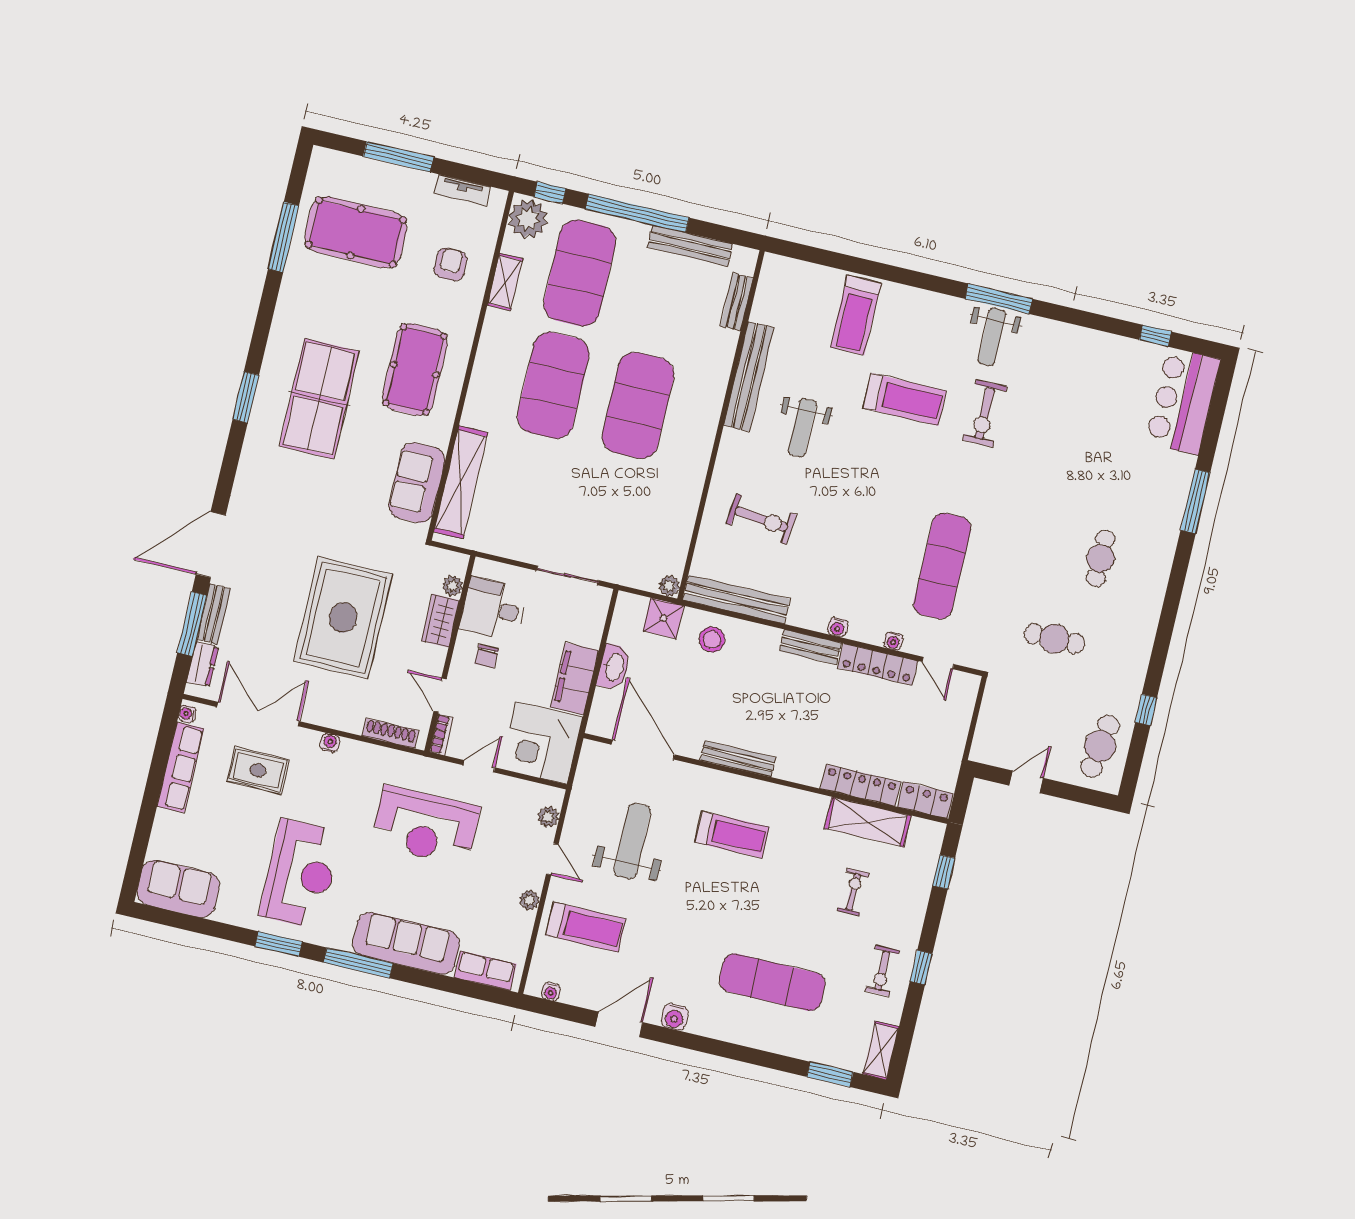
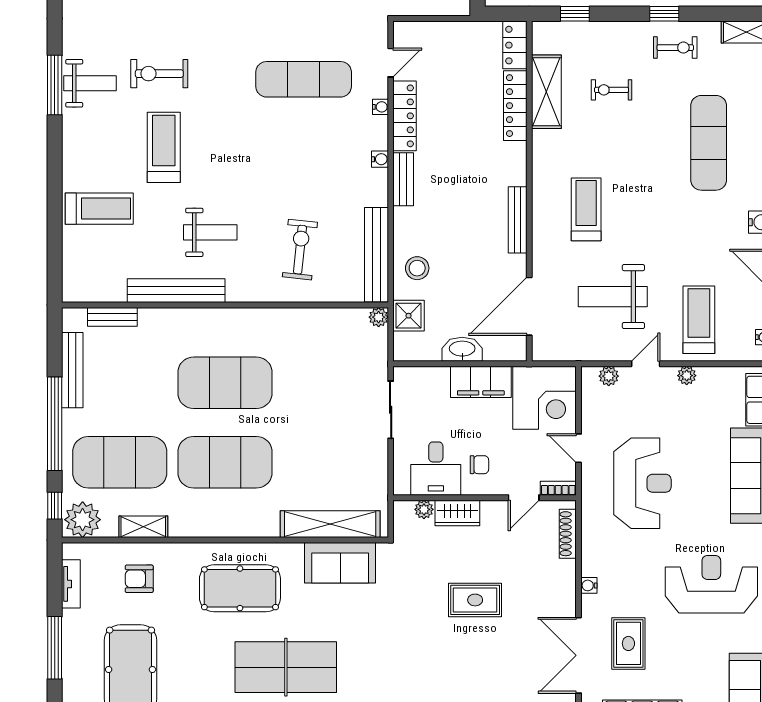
exercise bike: (985, 413) -> (159, 74), turned 180
rug: (343, 618) -> (475, 600), width x0.54, depth x0.49

